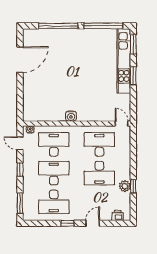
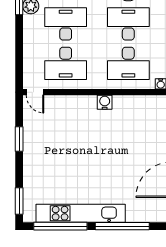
kitchen unit: (124, 61) -> (81, 213), moved, turned -90
window: (133, 76) -> (19, 139), moved
desk: (54, 173) -> (128, 24), turned 180

